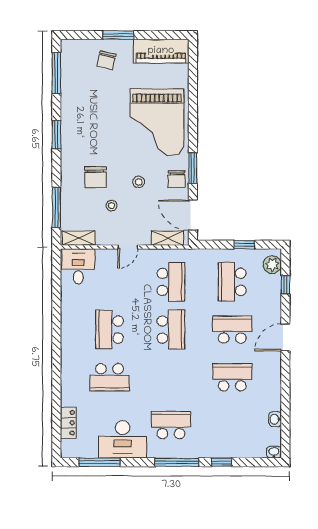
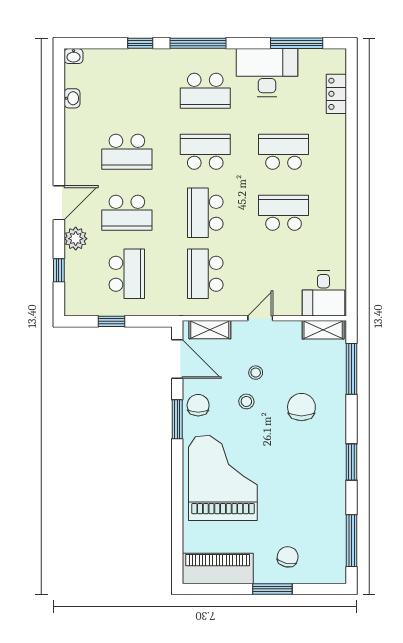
stool: (112, 206) -> (256, 373), moved
plant: (272, 265) -> (76, 239), moved
school desk: (110, 330) -> (284, 213), turned -90
school desk: (171, 377) -> (205, 152), added

